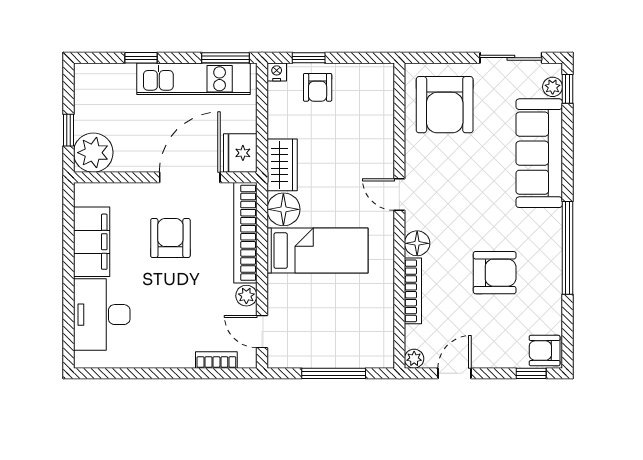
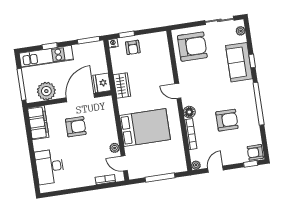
kitchen unit: (193, 79) -> (46, 56), moved
window: (567, 89) -> (252, 61), moved
armchair: (445, 105) -> (192, 47), turned -90
window: (68, 130) -> (21, 84), width x2.17
plant: (93, 153) -> (46, 91), moved
sofa: (539, 153) -> (239, 62), width x0.73
floor lamp: (283, 209) -> (126, 106), removed
bookcase: (245, 233) -> (110, 119), removed
armchair: (170, 238) -> (76, 127), turned 90
filing cabinet: (92, 242) -> (38, 123), moved
bed: (317, 251) -> (145, 127), width x1.50

